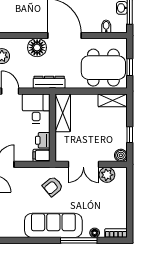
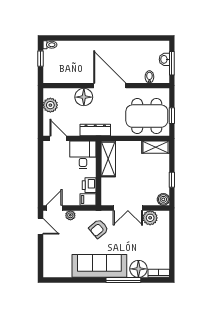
plant: (23, 172) -> (70, 215), added
floor lamp: (95, 233) -> (138, 269), width x1.89, depth x1.89

